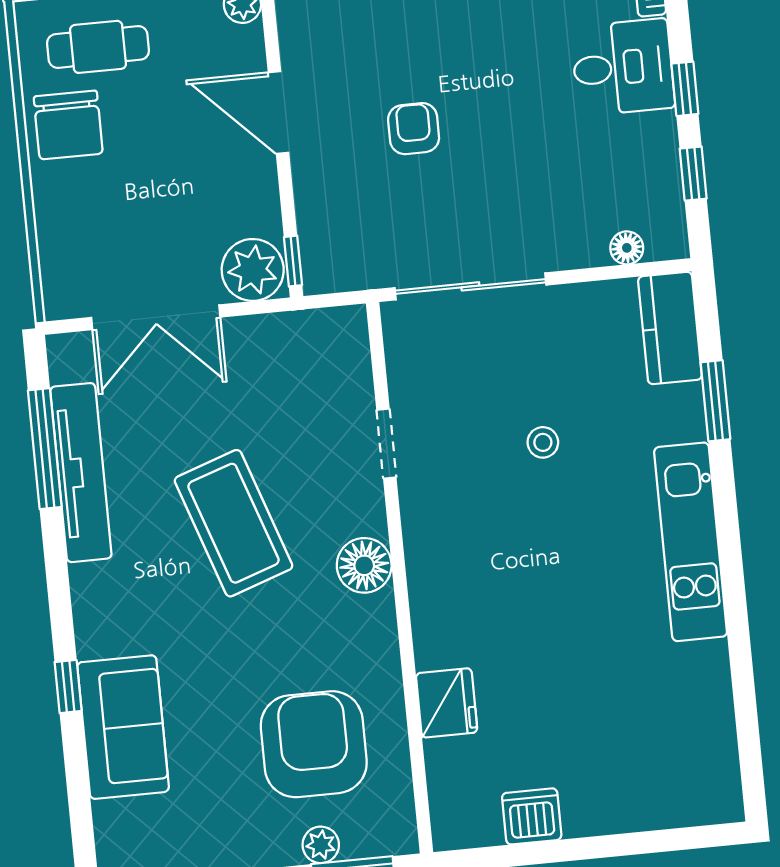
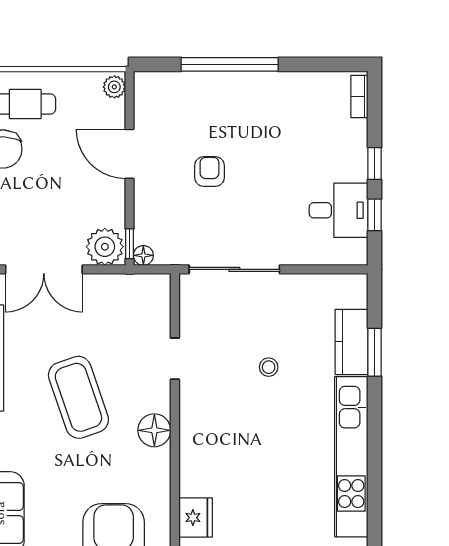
desk: (623, 67) -> (338, 210), moved
floor lamp: (627, 248) -> (143, 255), moved
kitchen counter: (670, 328) -> (351, 342), moved
kitchen unit: (691, 542) -> (351, 457), width x1.36

